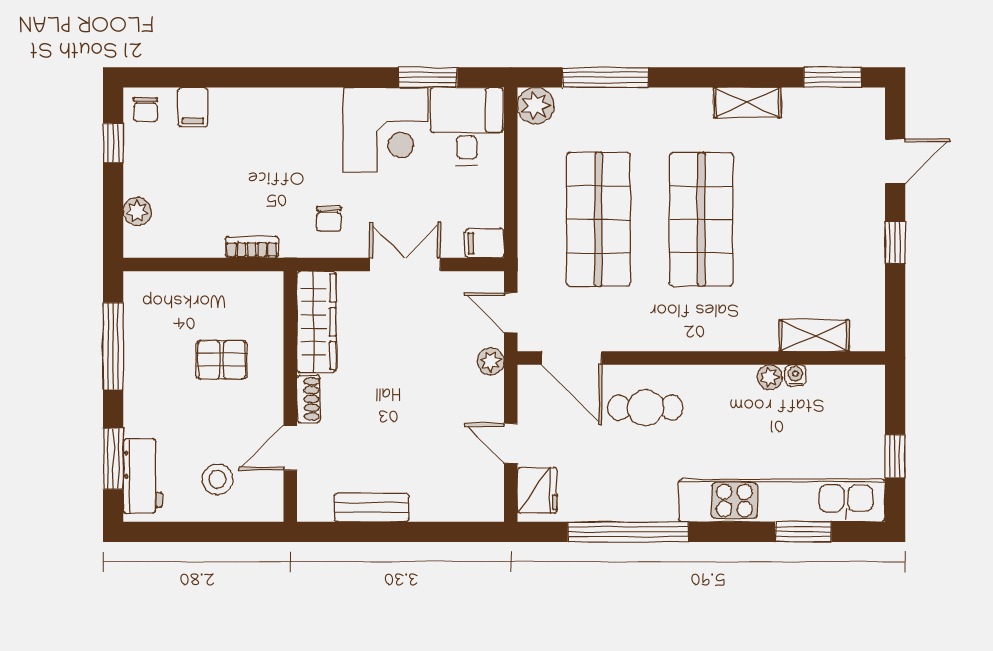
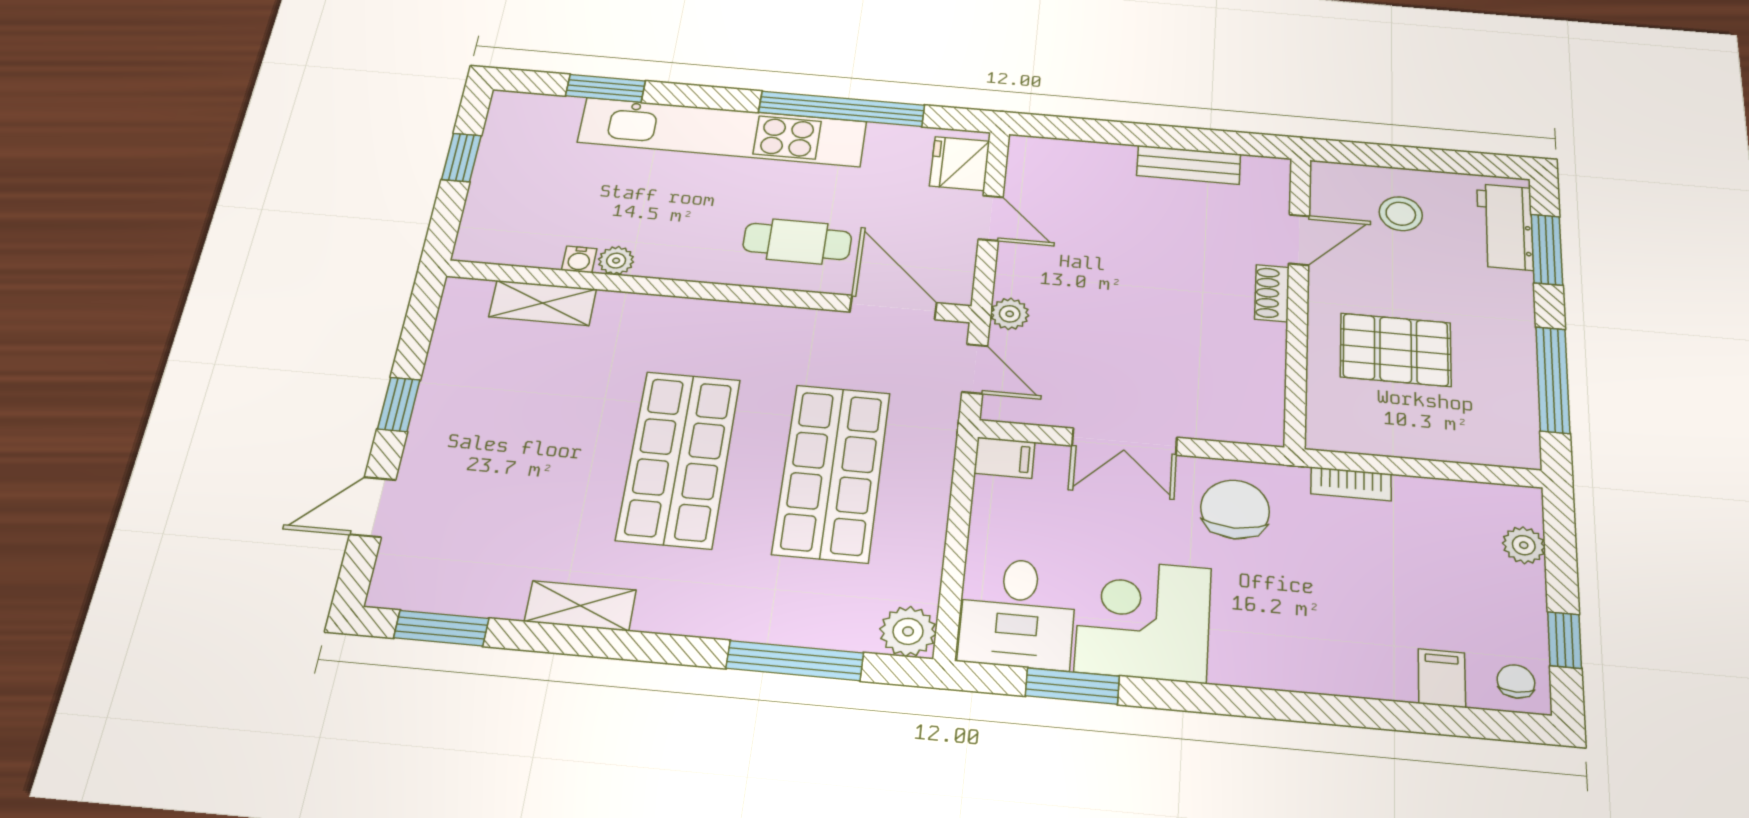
chair: (329, 219) -> (1235, 509), width x1.87, depth x1.87
wardrobe: (317, 322) -> (1258, 383), removed
pallet: (222, 360) -> (1396, 350), width x1.50, depth x1.42
kitchen unit: (782, 500) -> (722, 132), moved

